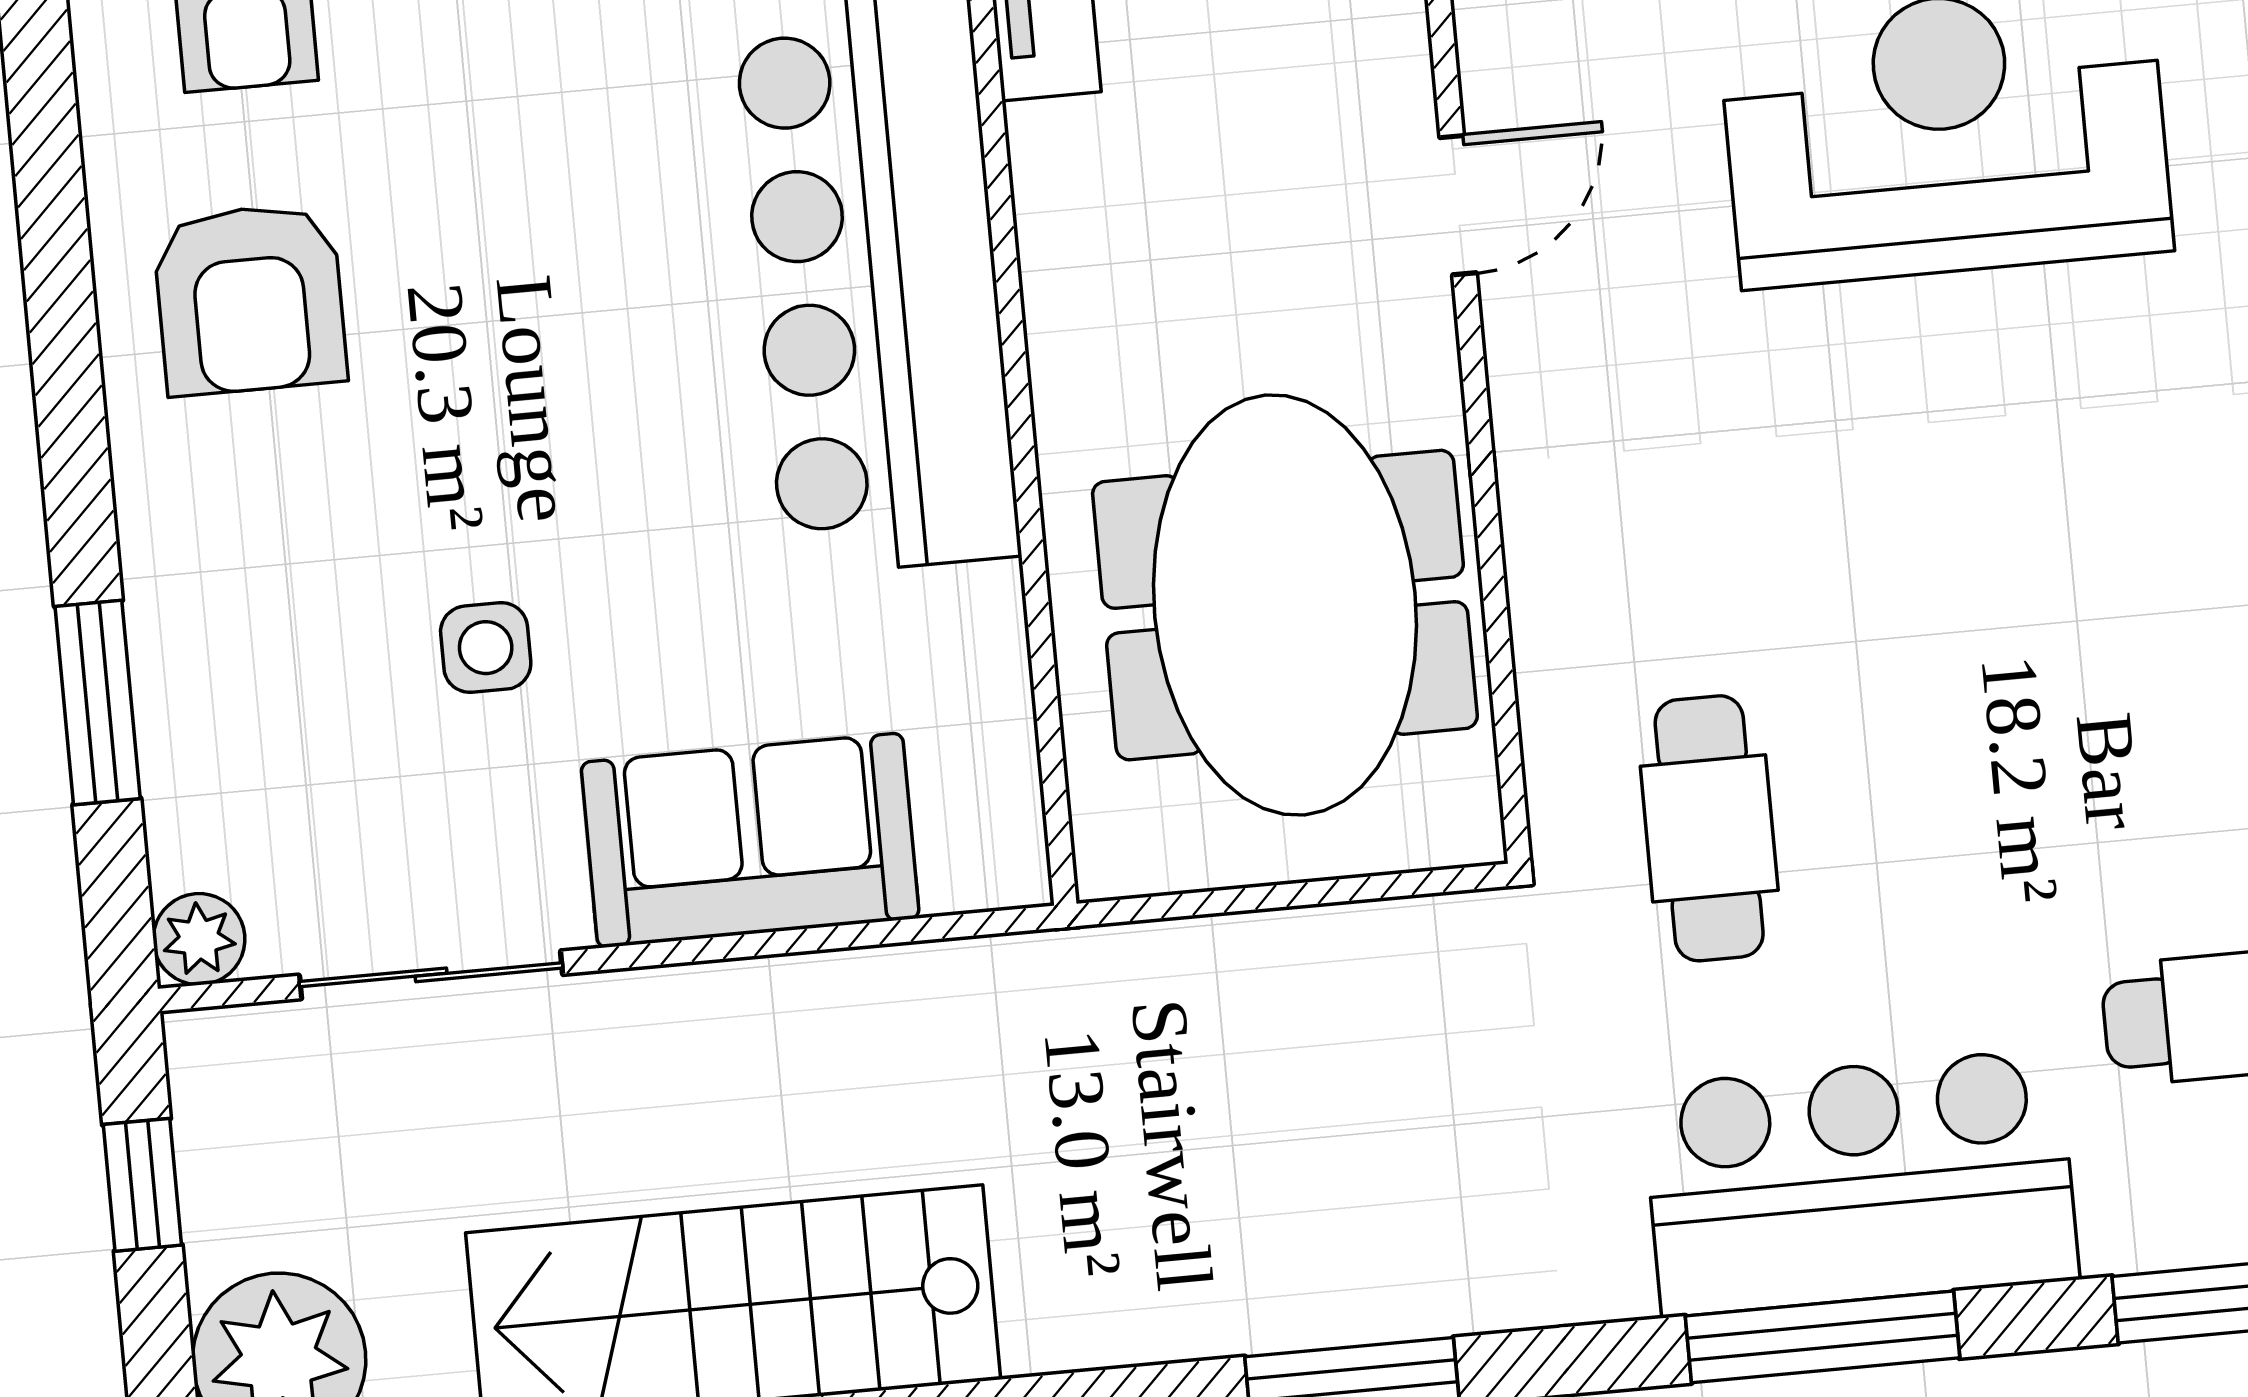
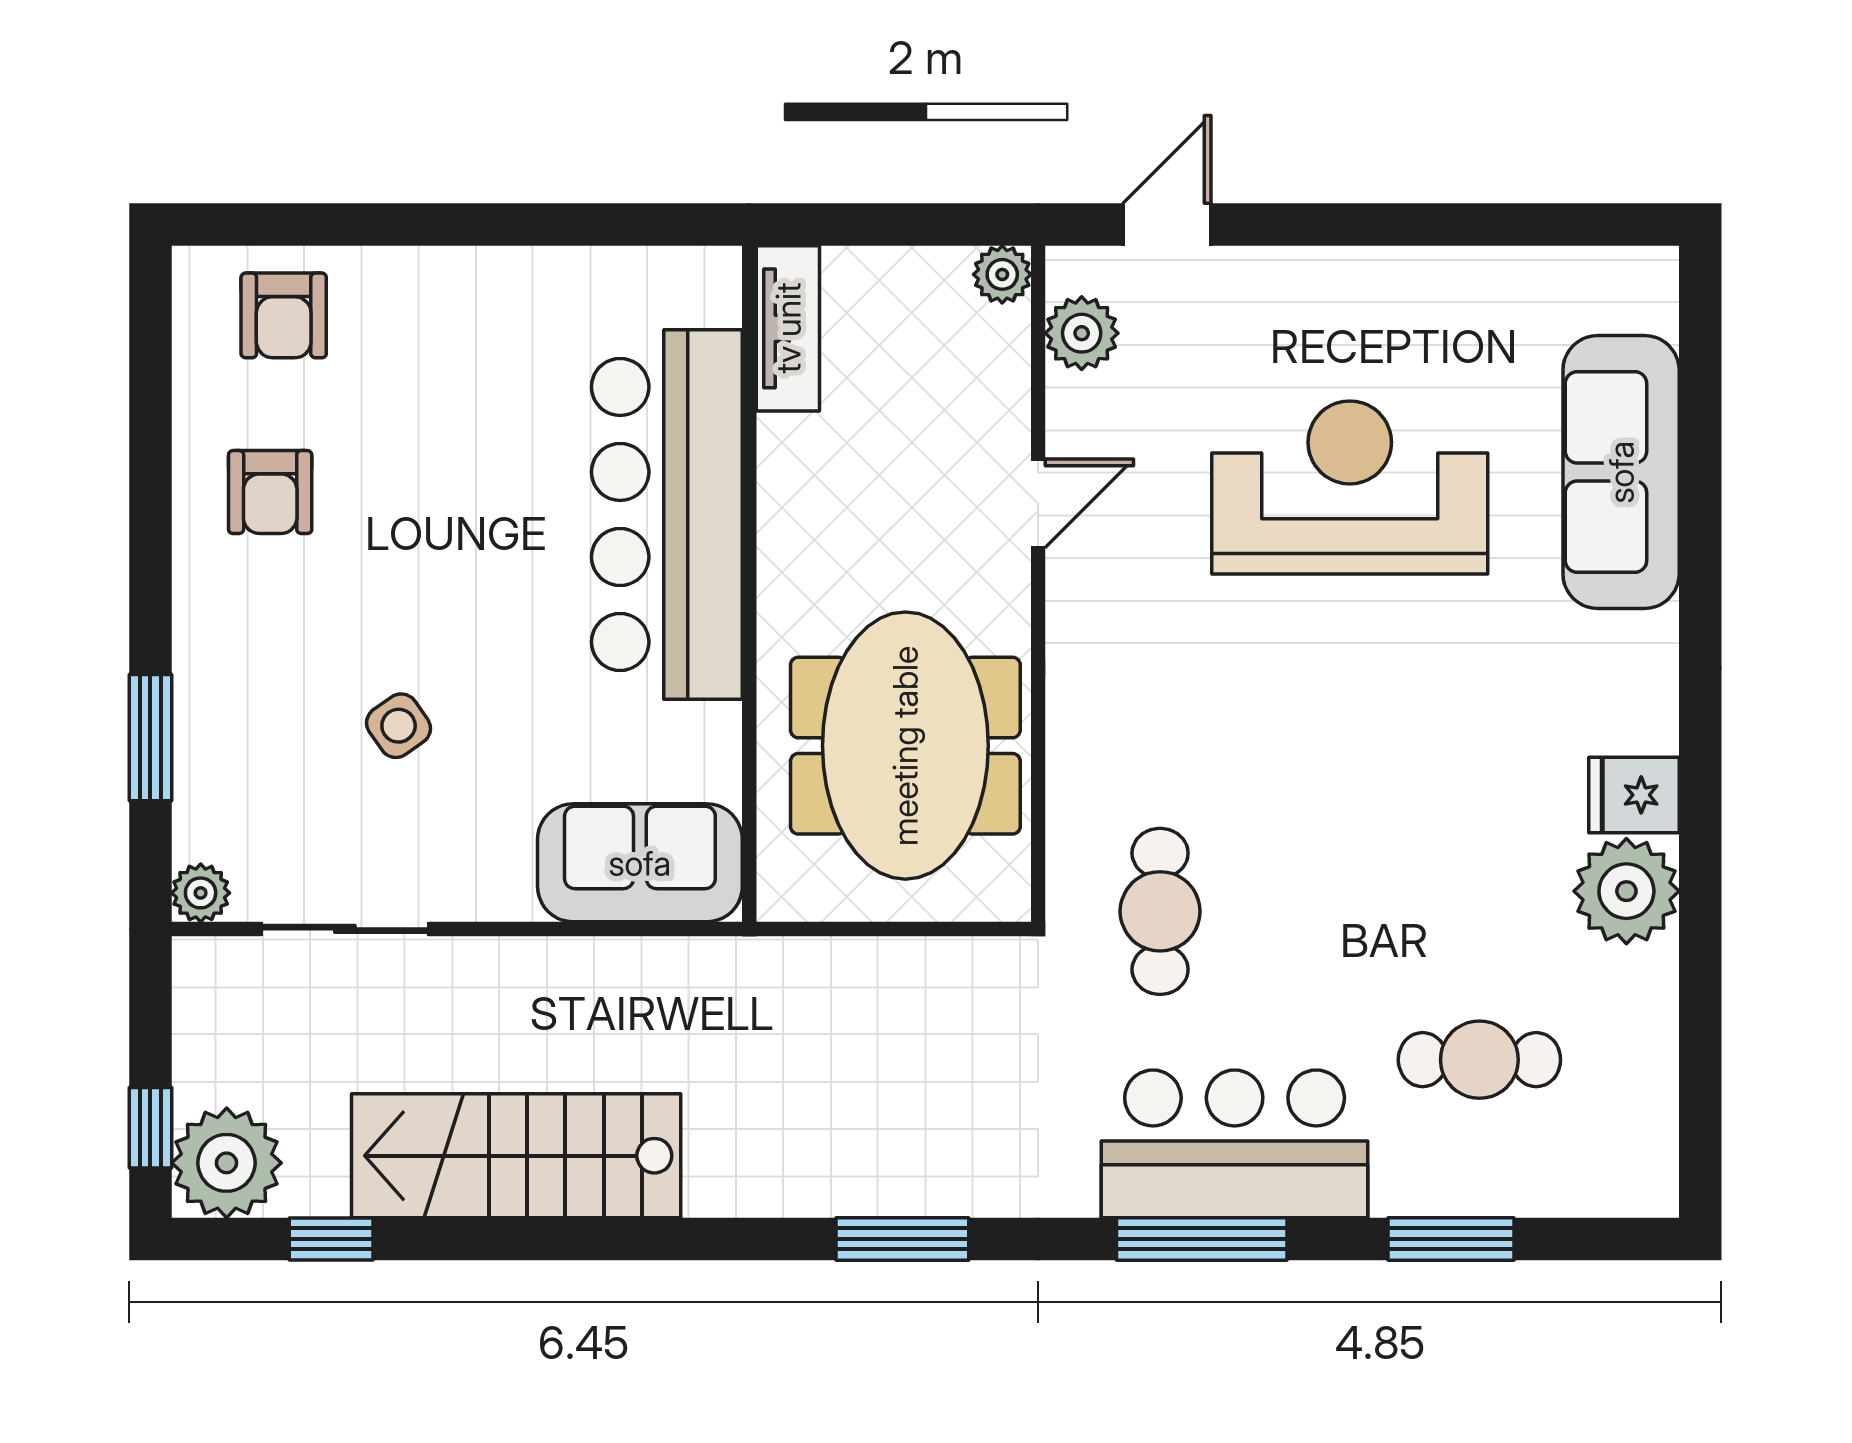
armchair: (250, 299) -> (270, 492), width x0.72, depth x0.72
side table: (486, 648) -> (399, 726), turned -35
sofa: (750, 840) -> (640, 863), moved
window: (142, 1185) -> (150, 1128), moved

